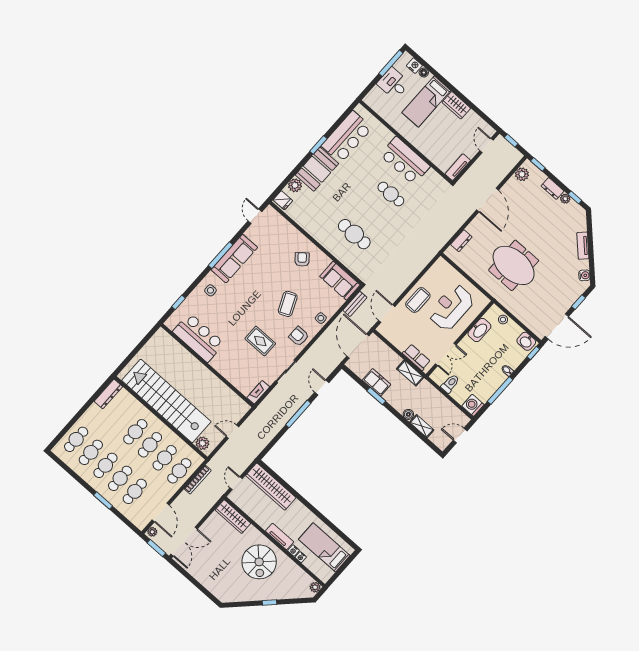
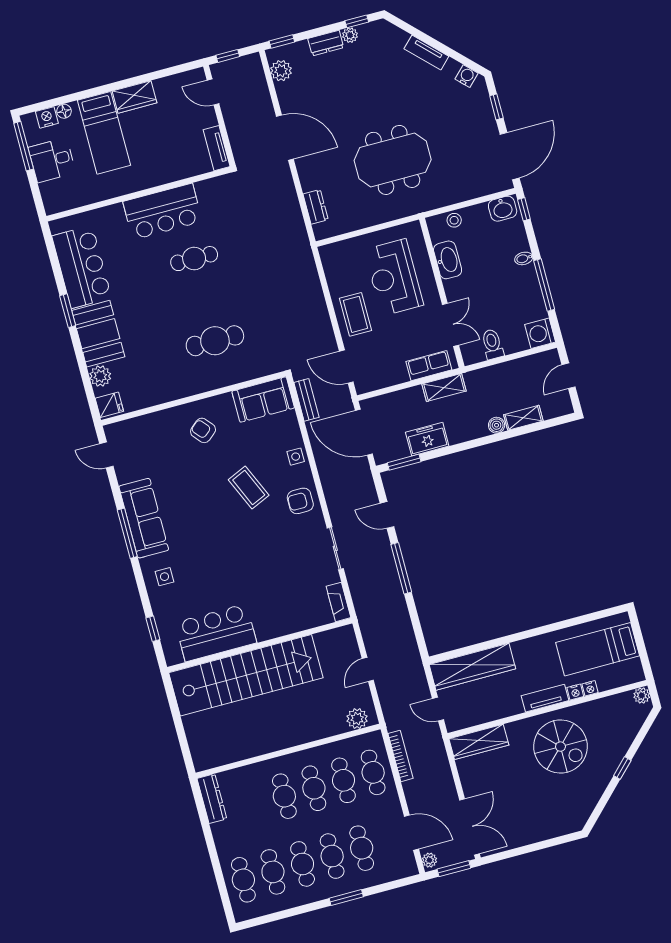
rug: (260, 341) -> (273, 555), removed
window: (376, 396) -> (404, 462), moved
stairs: (166, 401) -> (246, 675), moved, turned 180

